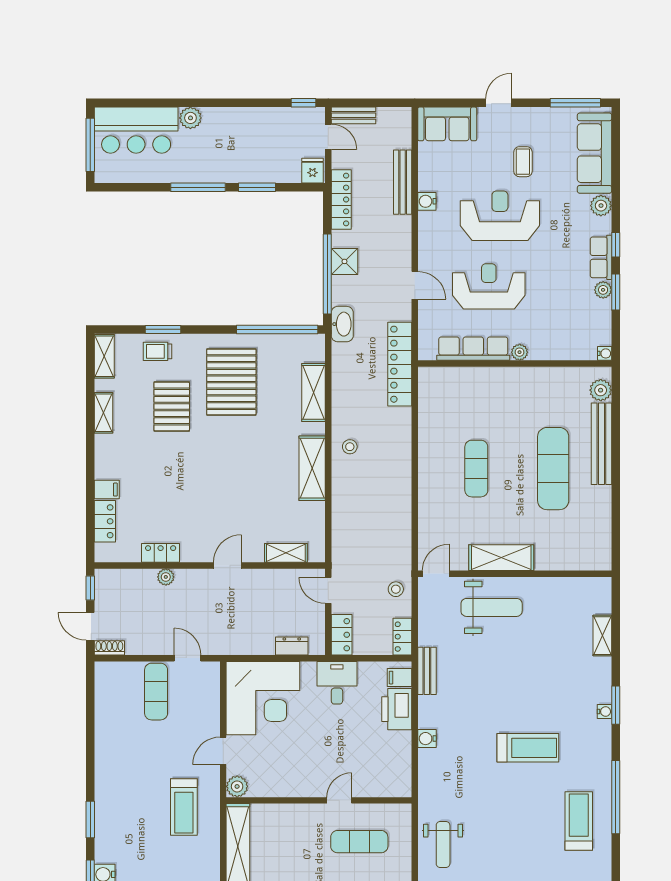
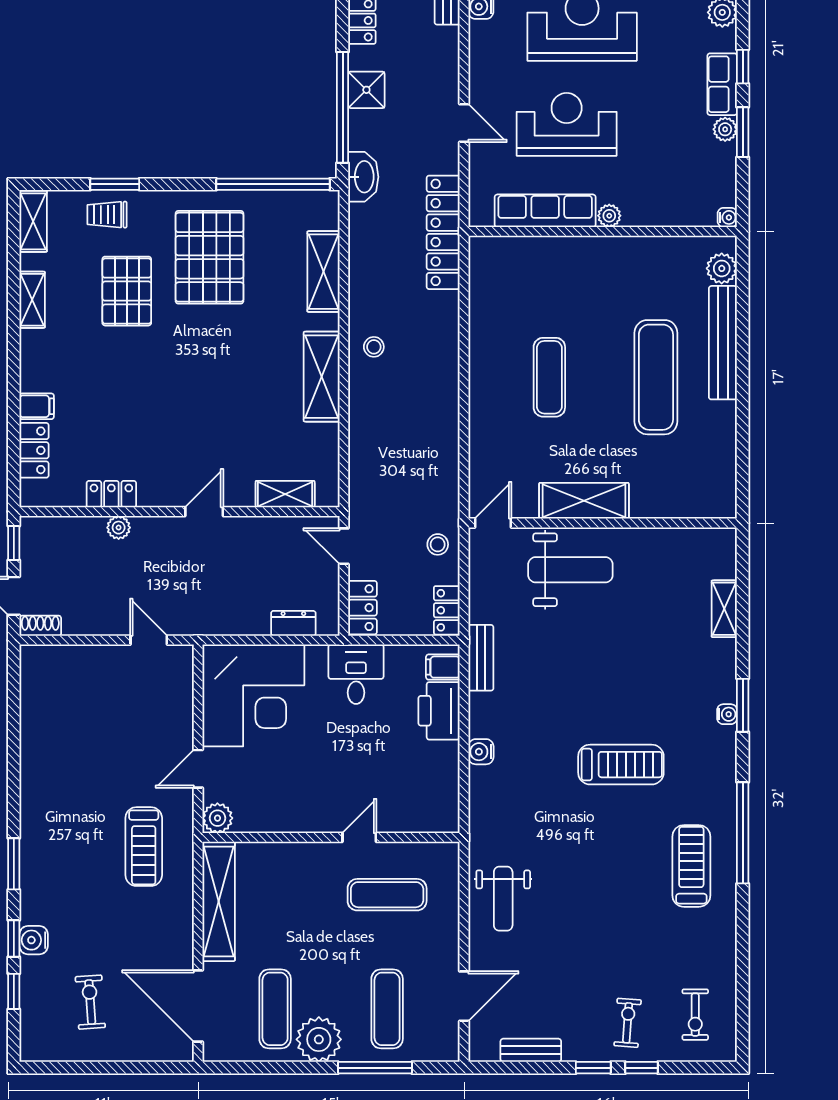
exercise mat: (156, 692) -> (105, 686), removed

